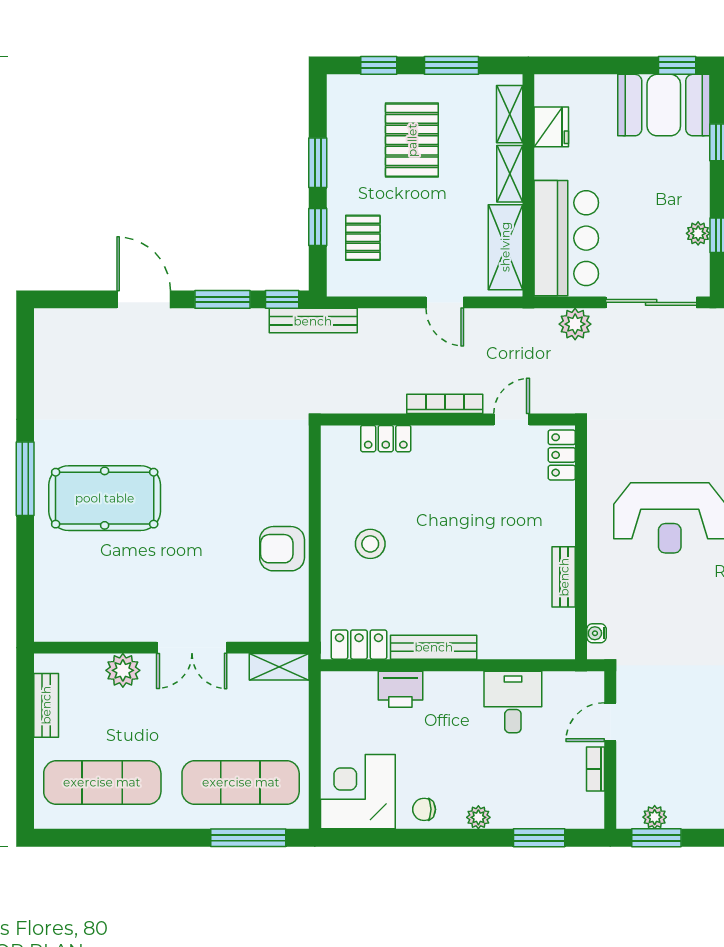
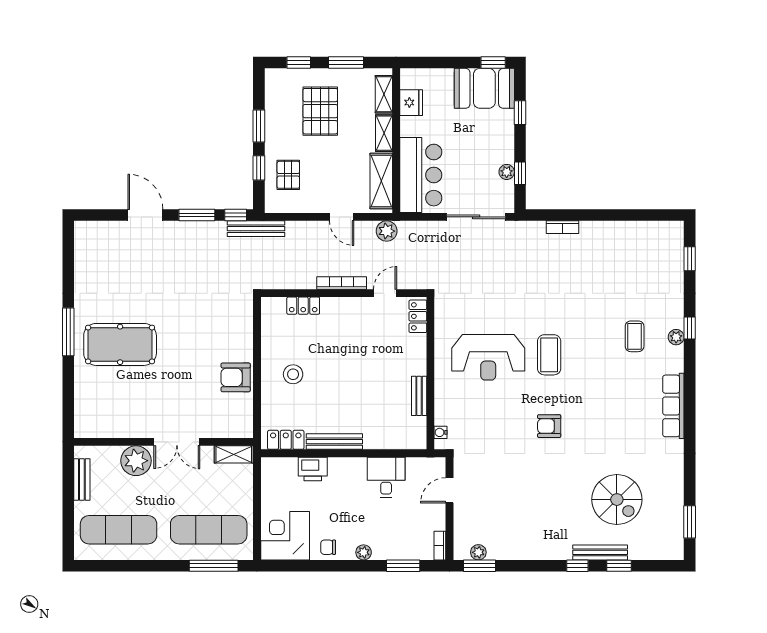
plant: (575, 324) -> (387, 231), moved
plant: (123, 670) -> (136, 461), width x1.36, depth x1.36
bookcase: (596, 769) -> (440, 546), moved

